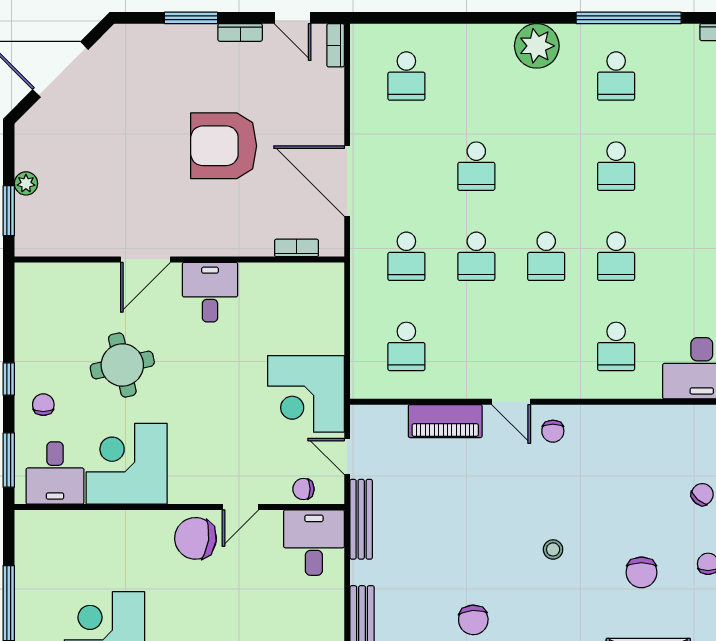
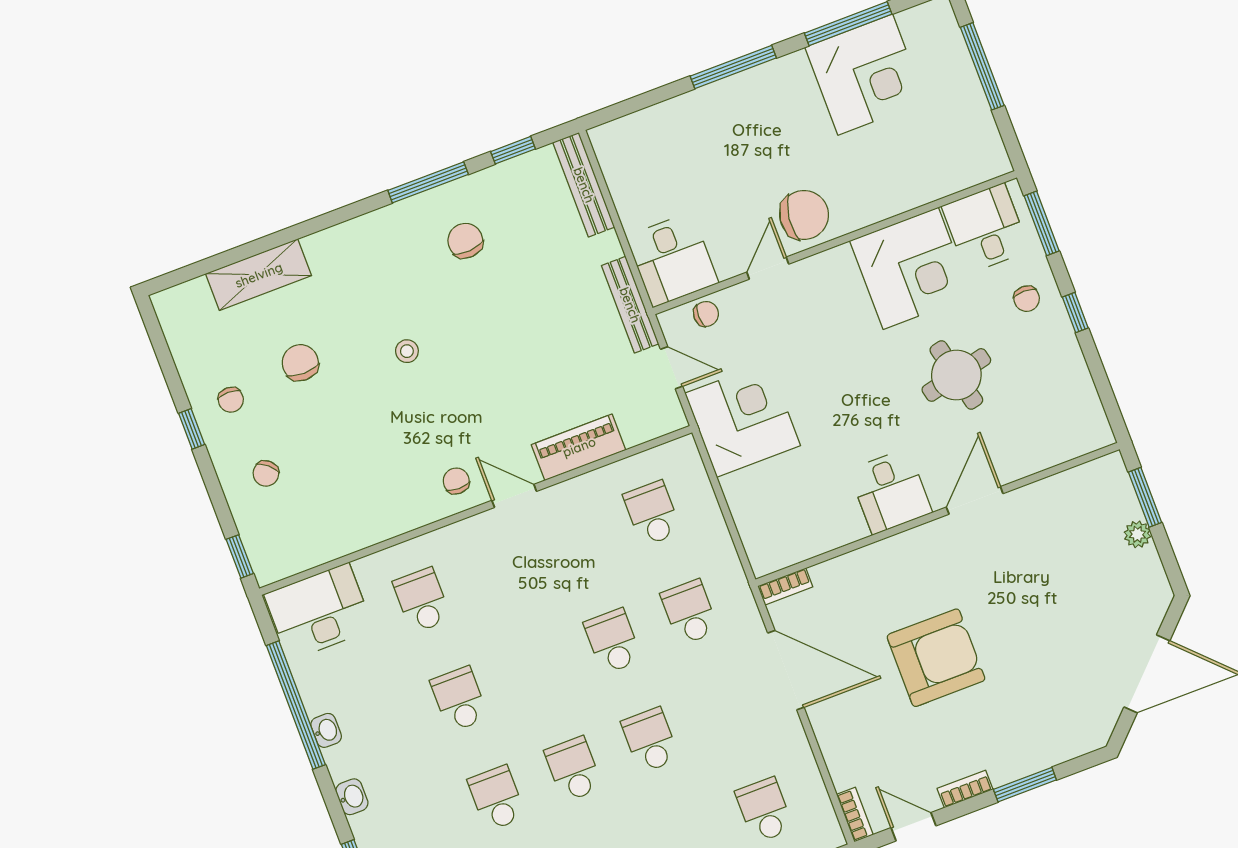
bookcase: (297, 248) -> (785, 586), moved
school desk: (546, 256) -> (573, 769), moved

